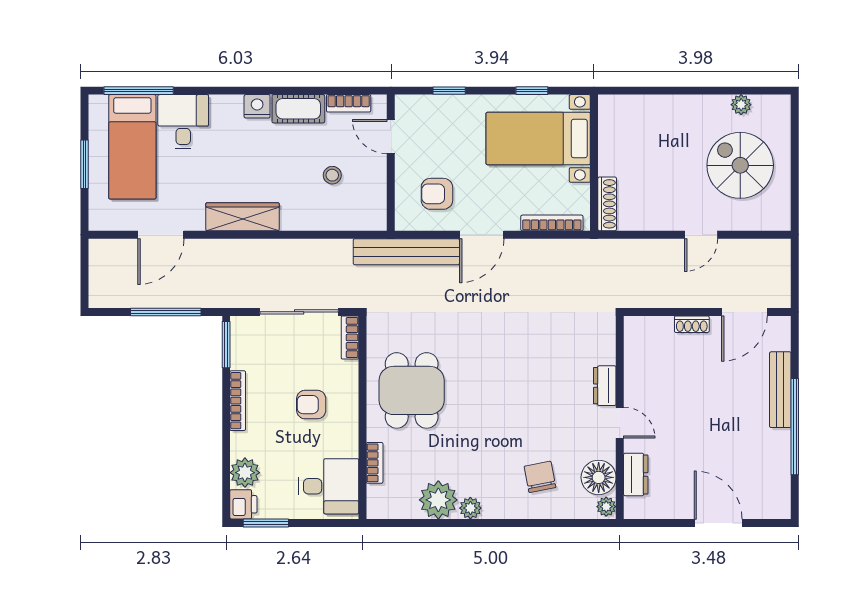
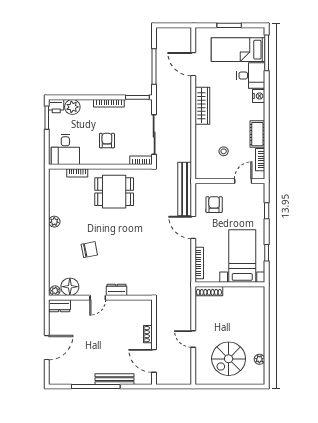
nightstand: (257, 106) -> (259, 96), moved
spiral stairs: (740, 165) -> (229, 359), turned 180
dresser: (636, 475) -> (60, 306), moved
chair: (540, 477) -> (89, 250), moved
plant: (438, 500) -> (58, 205), removed

